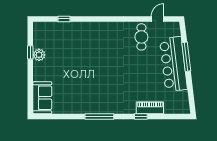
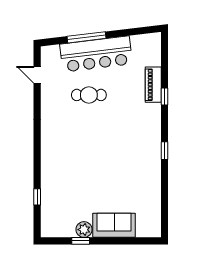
cafe table: (141, 37) -> (89, 95), moved
sofa: (42, 98) -> (114, 225), moved
window: (99, 116) -> (165, 151), width x0.46

